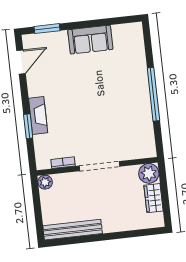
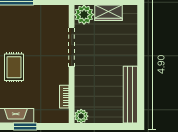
rug: (87, 108) -> (14, 67), added
doorway: (99, 166) -> (72, 47), moved

